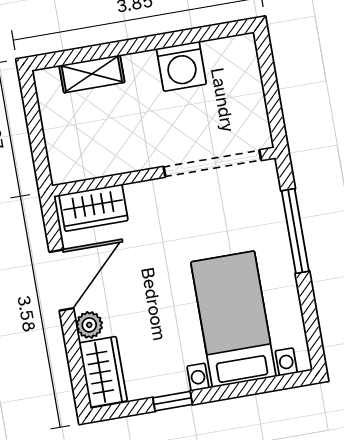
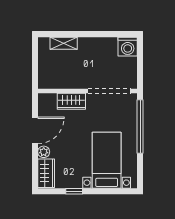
washing machine: (181, 66) -> (128, 47), moved
wardrobe: (93, 208) -> (71, 101), moved
window: (295, 231) -> (140, 127), width x1.46

